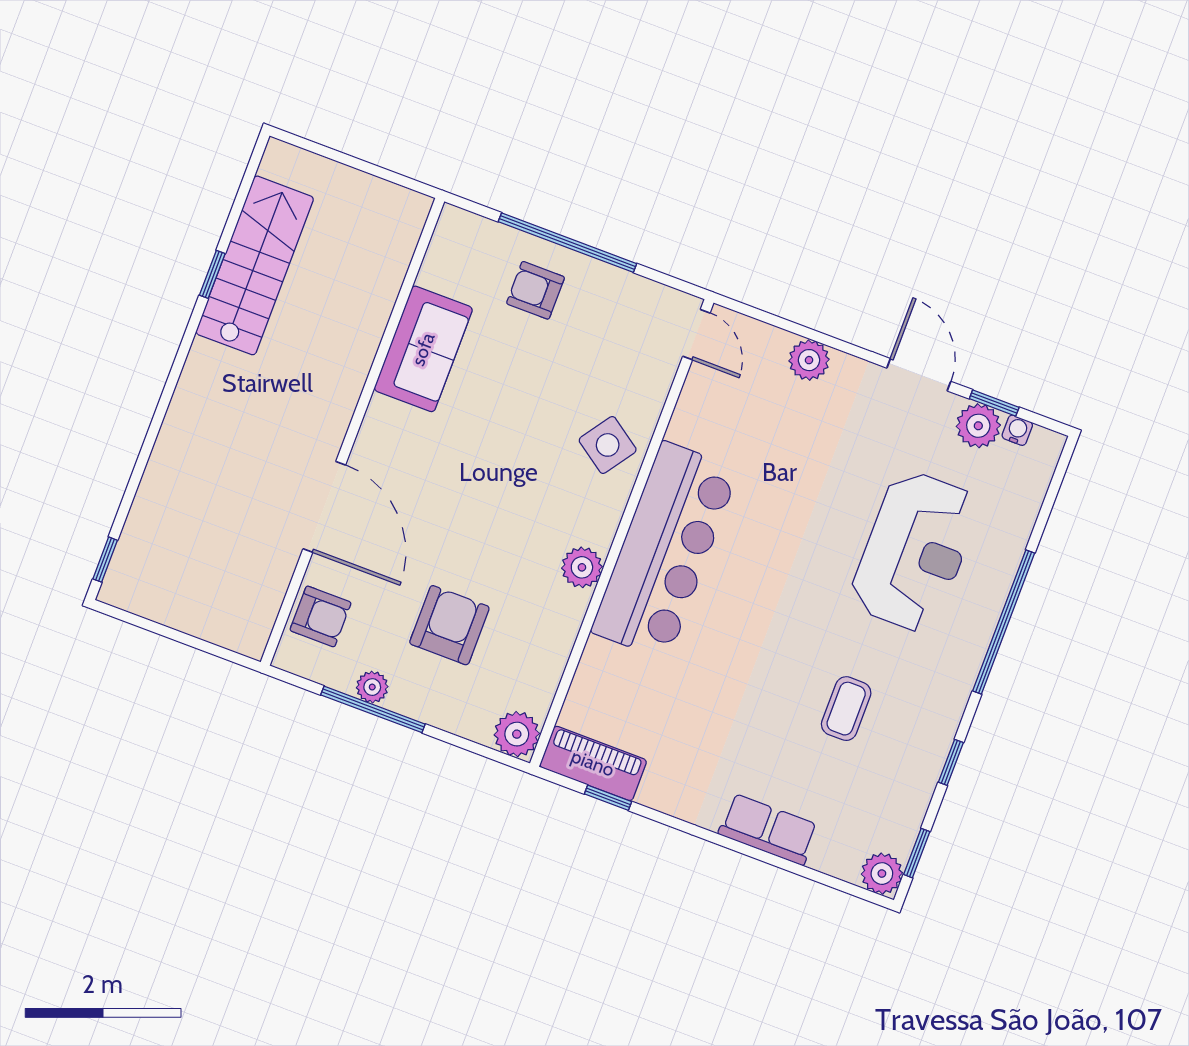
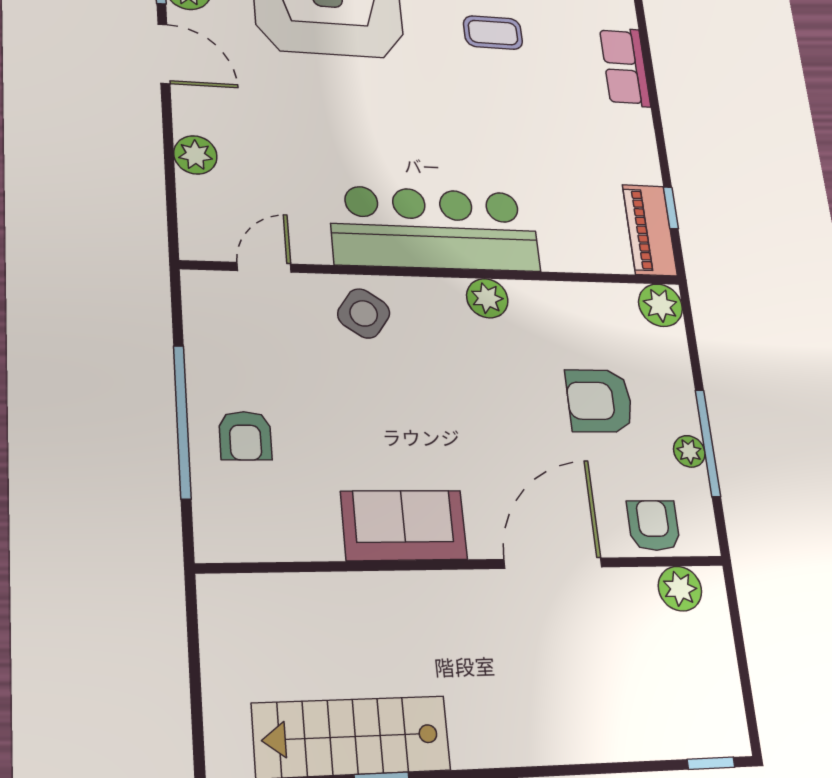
door: (696, 335) -> (264, 267), moved
sofa: (423, 349) -> (404, 525), moved
door: (919, 375) -> (164, 54), swing flipped
plant: (257, 611) -> (680, 589), added

